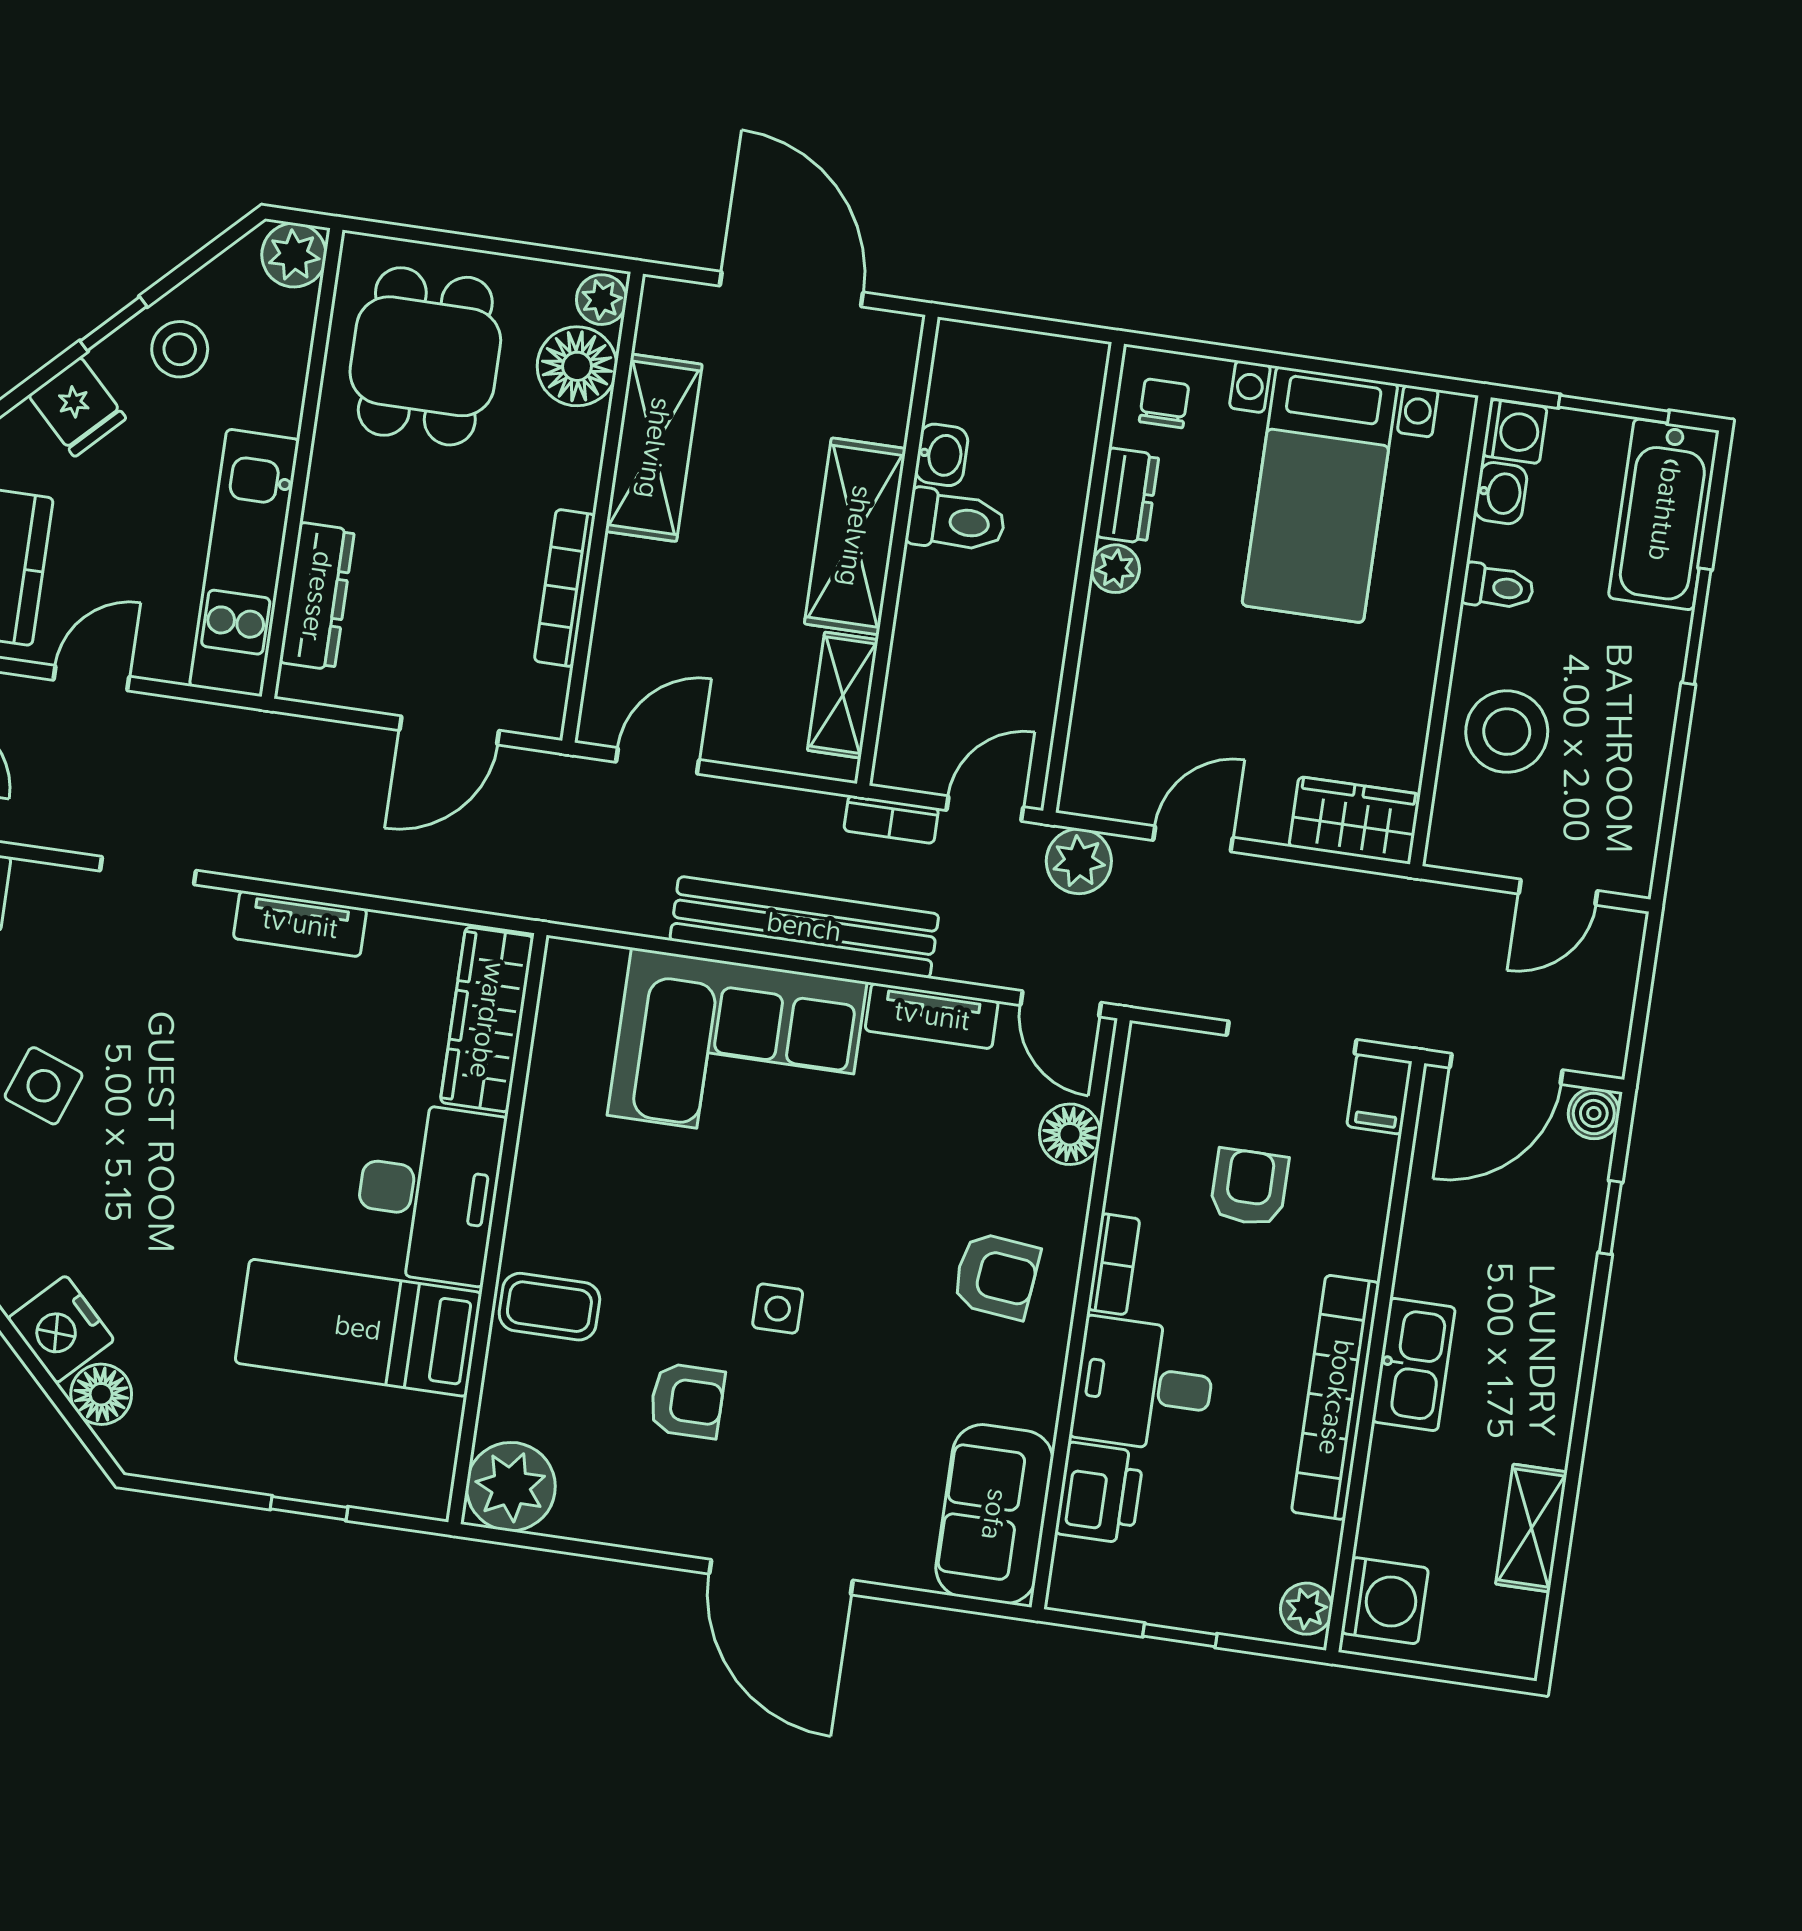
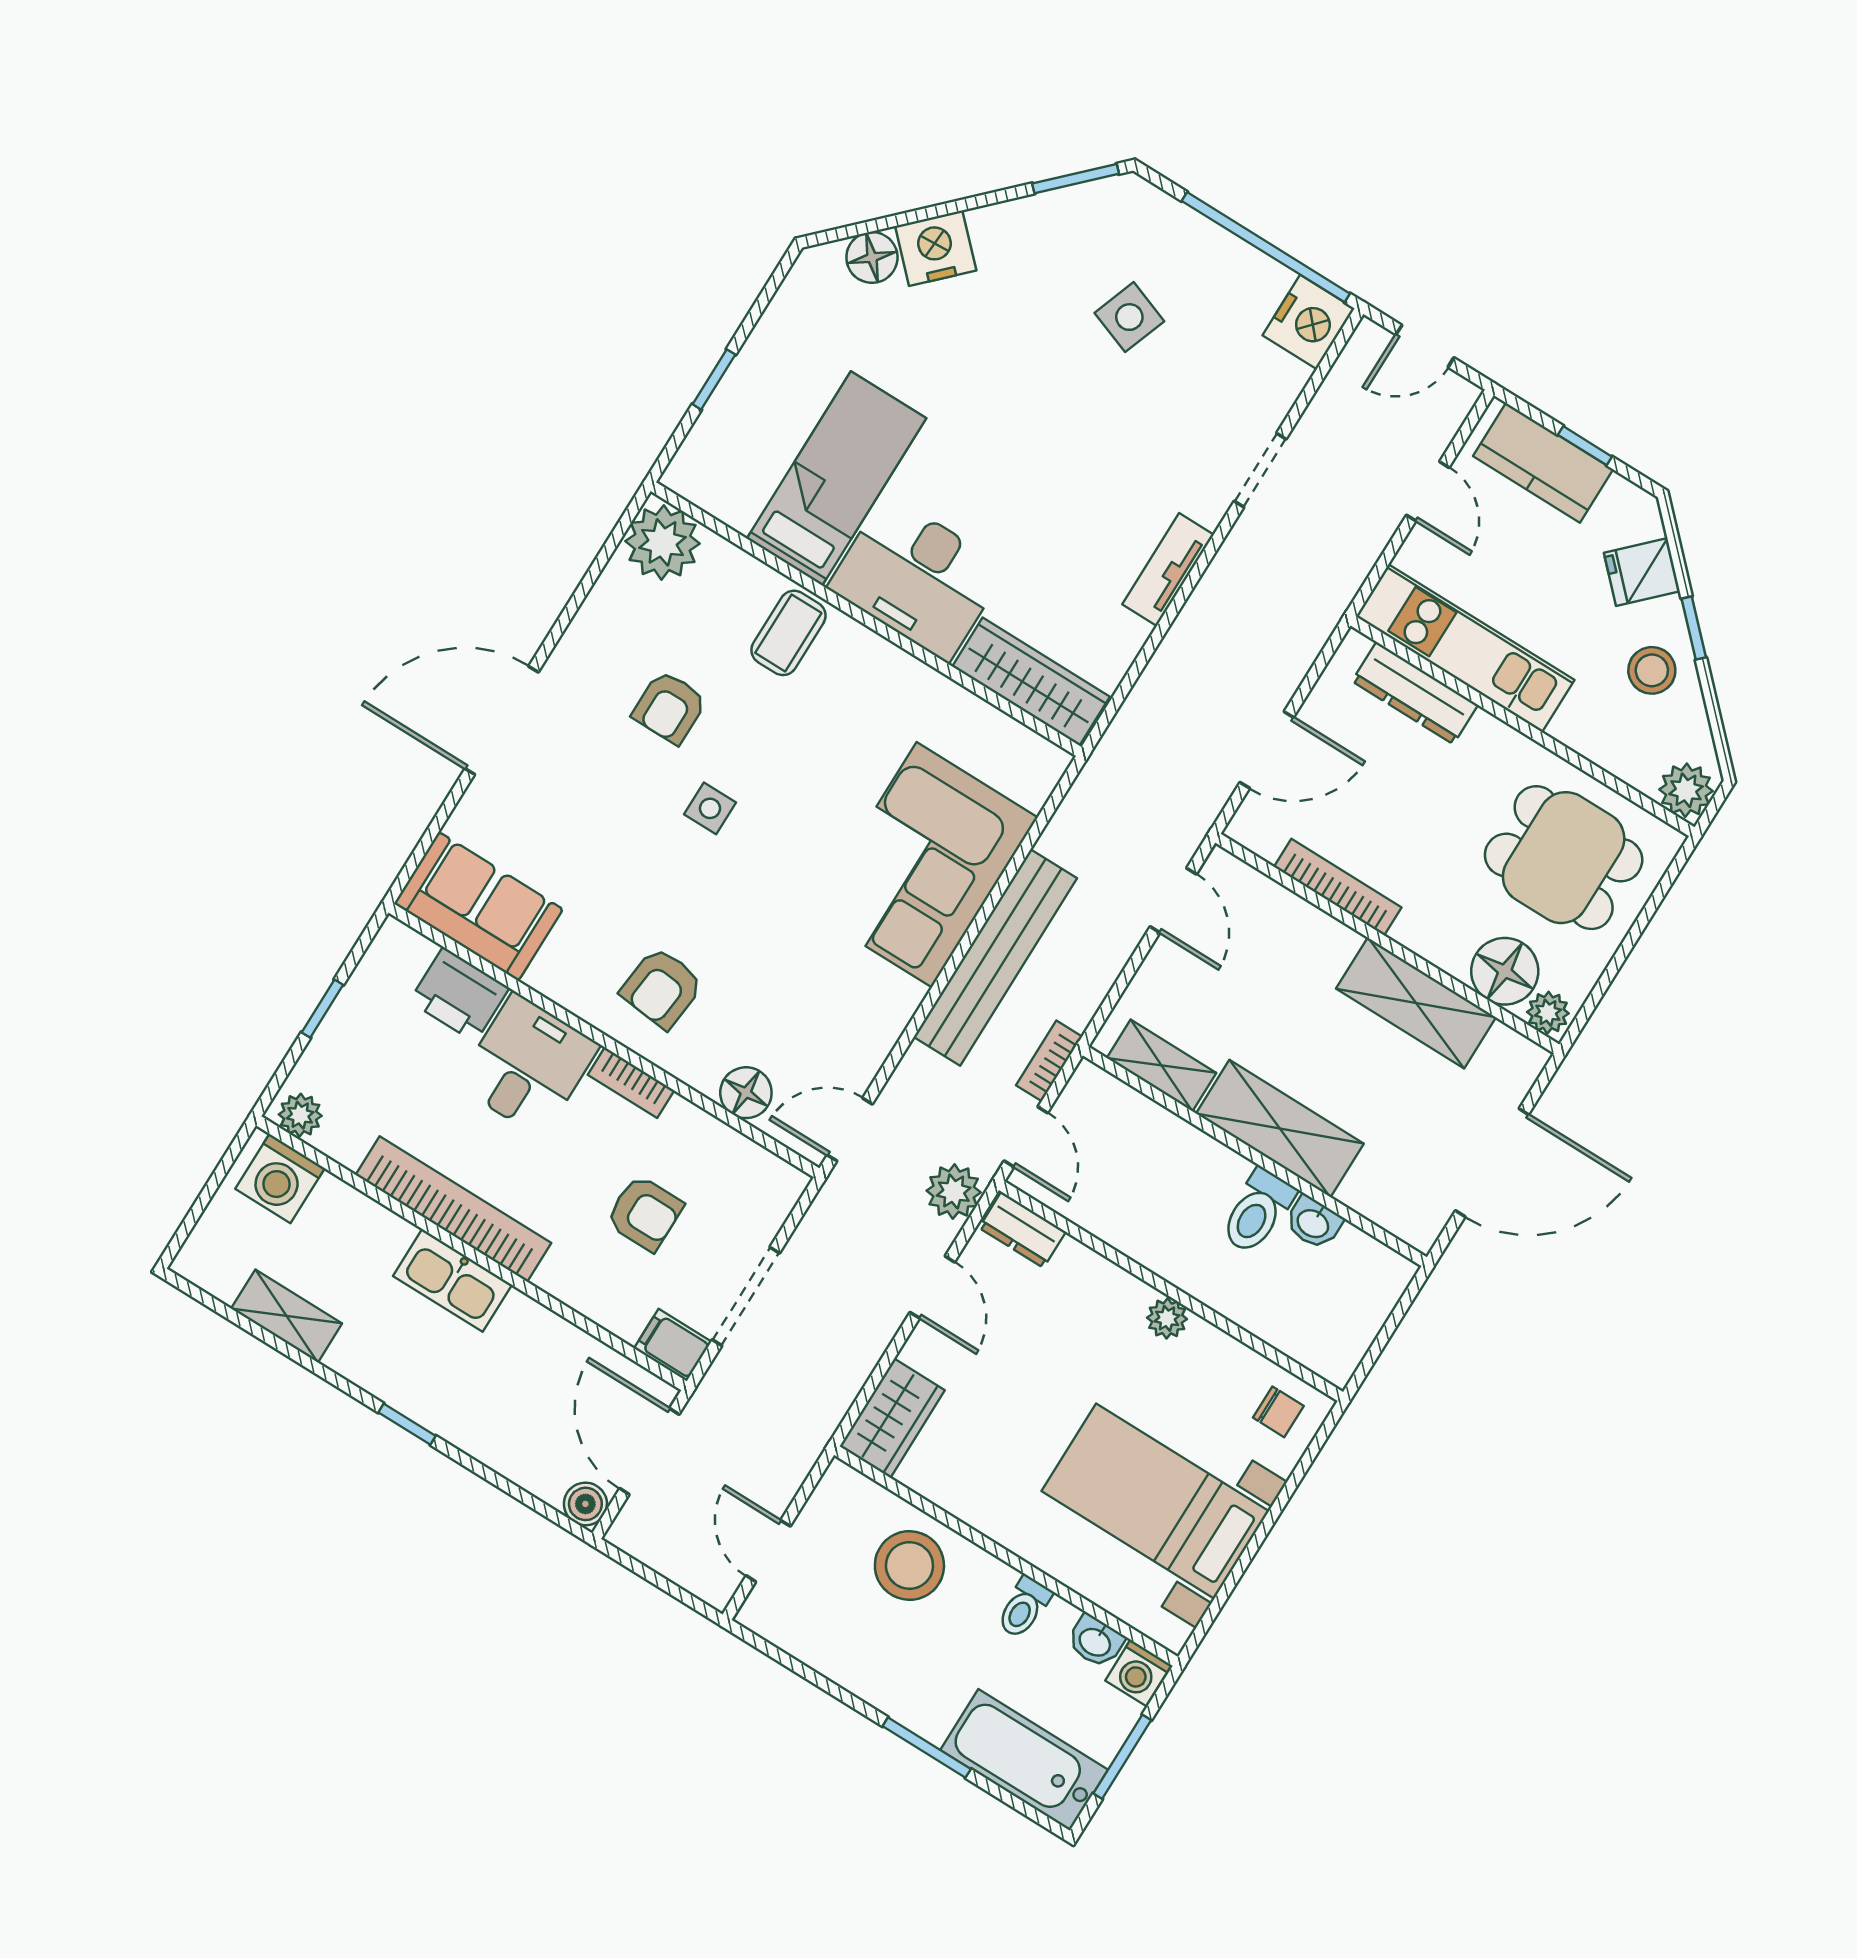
dresser: (1127, 496) -> (1022, 1230), moved
door: (449, 730) -> (1267, 750), swing flipped
tv unit: (932, 1016) -> (884, 1026), removed
window: (1610, 1218) -> (407, 1424), moved

